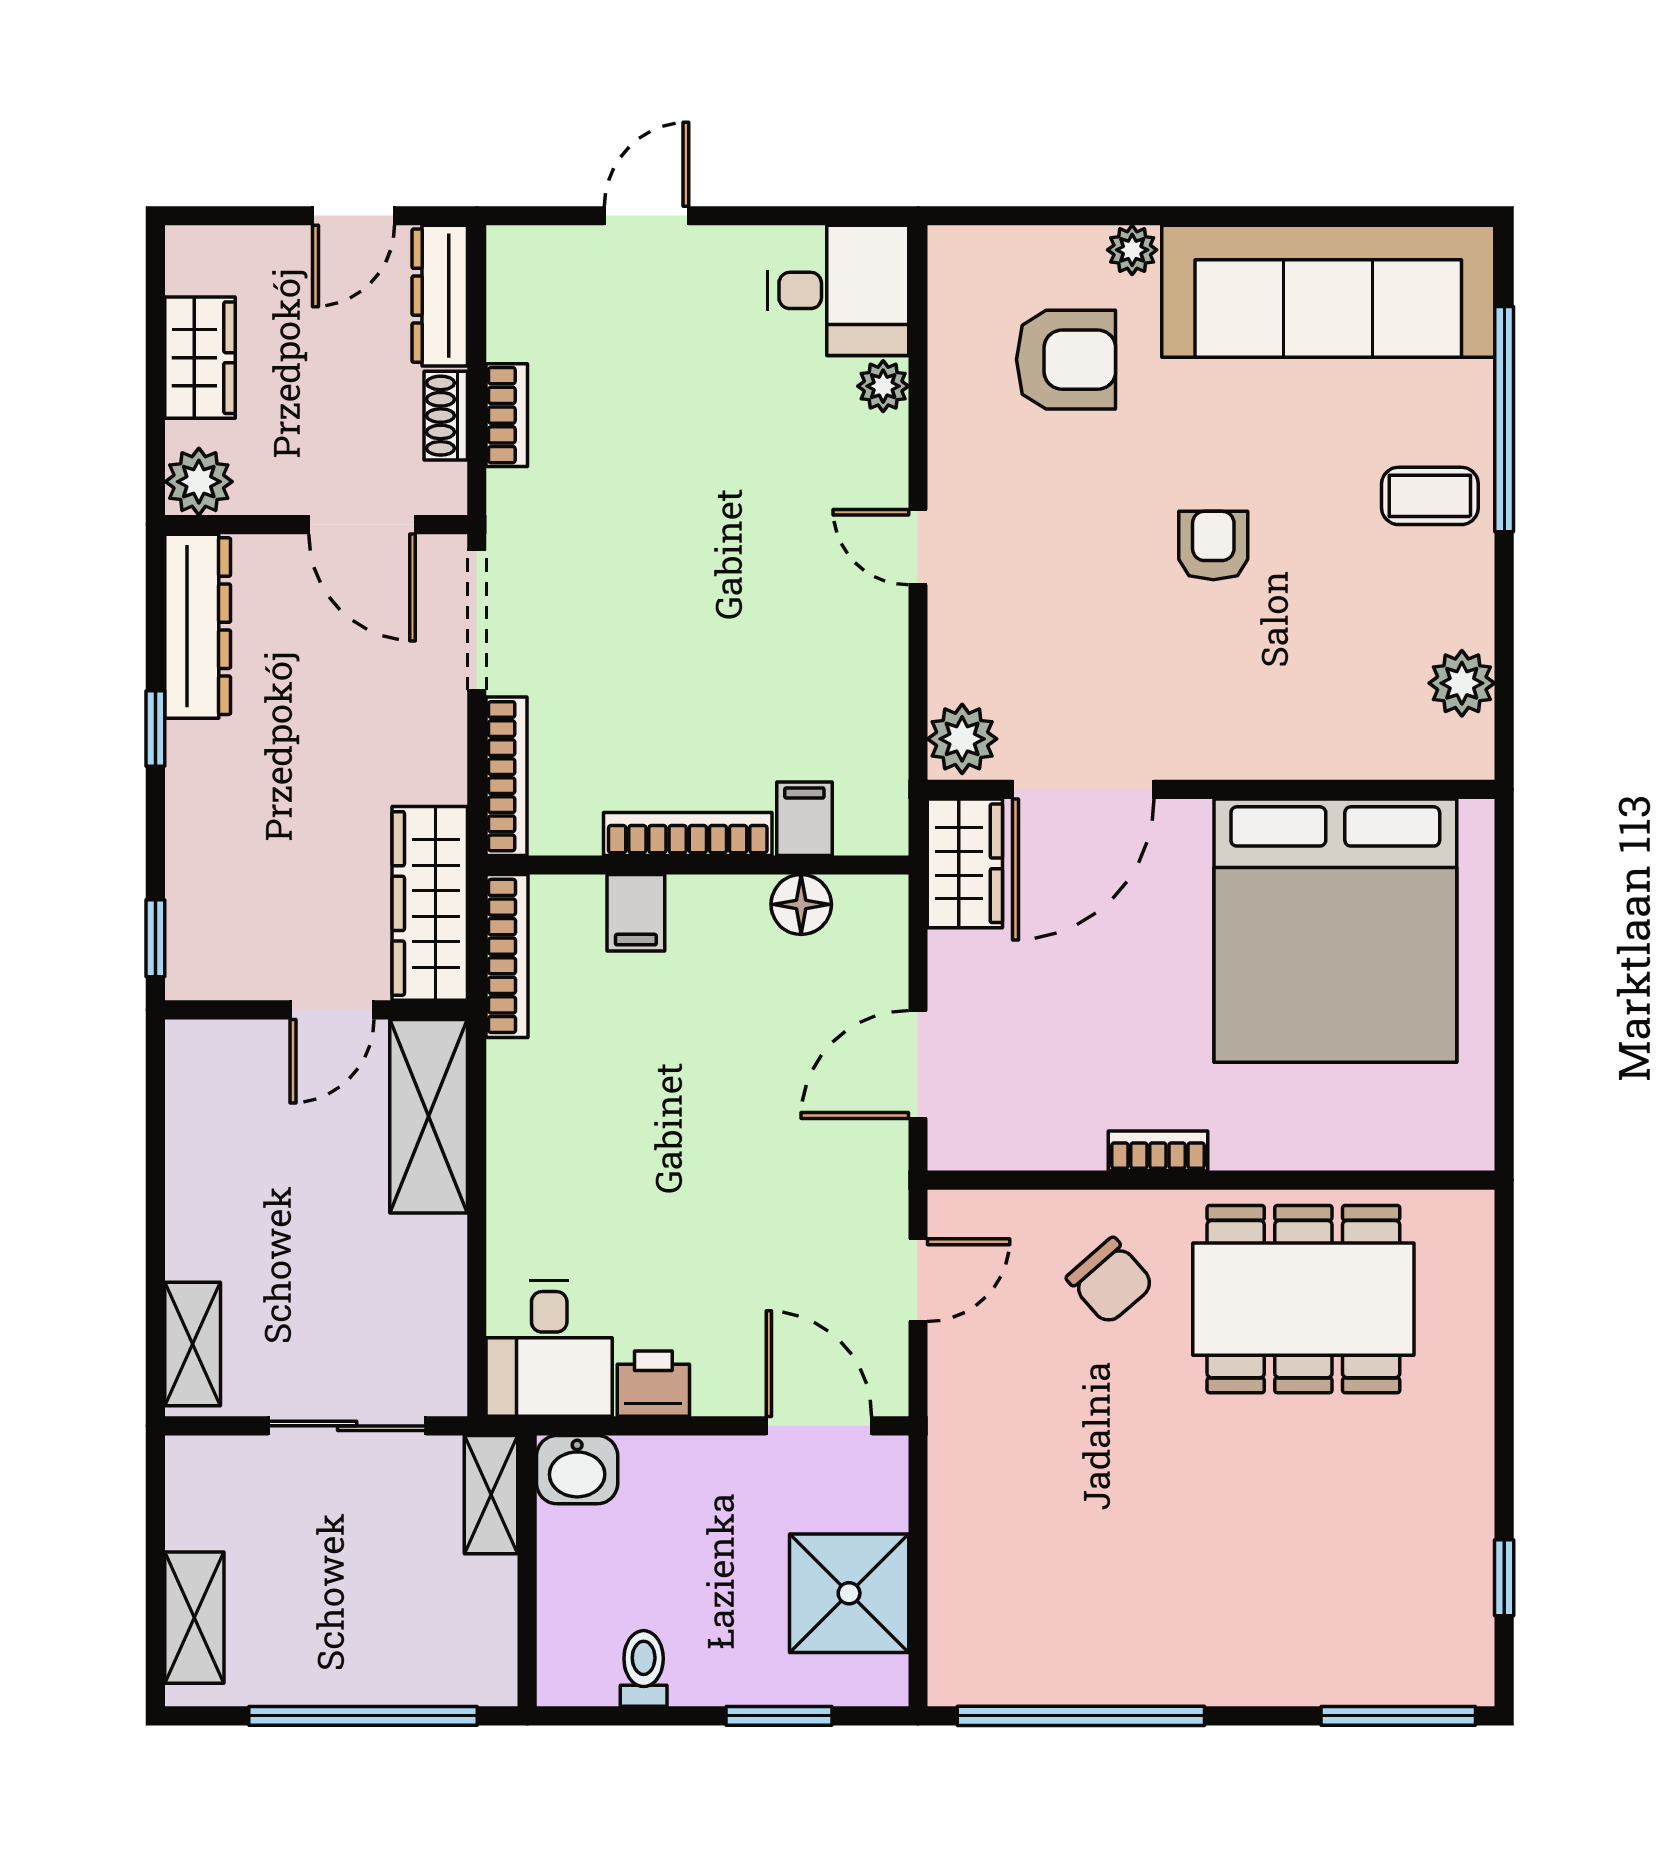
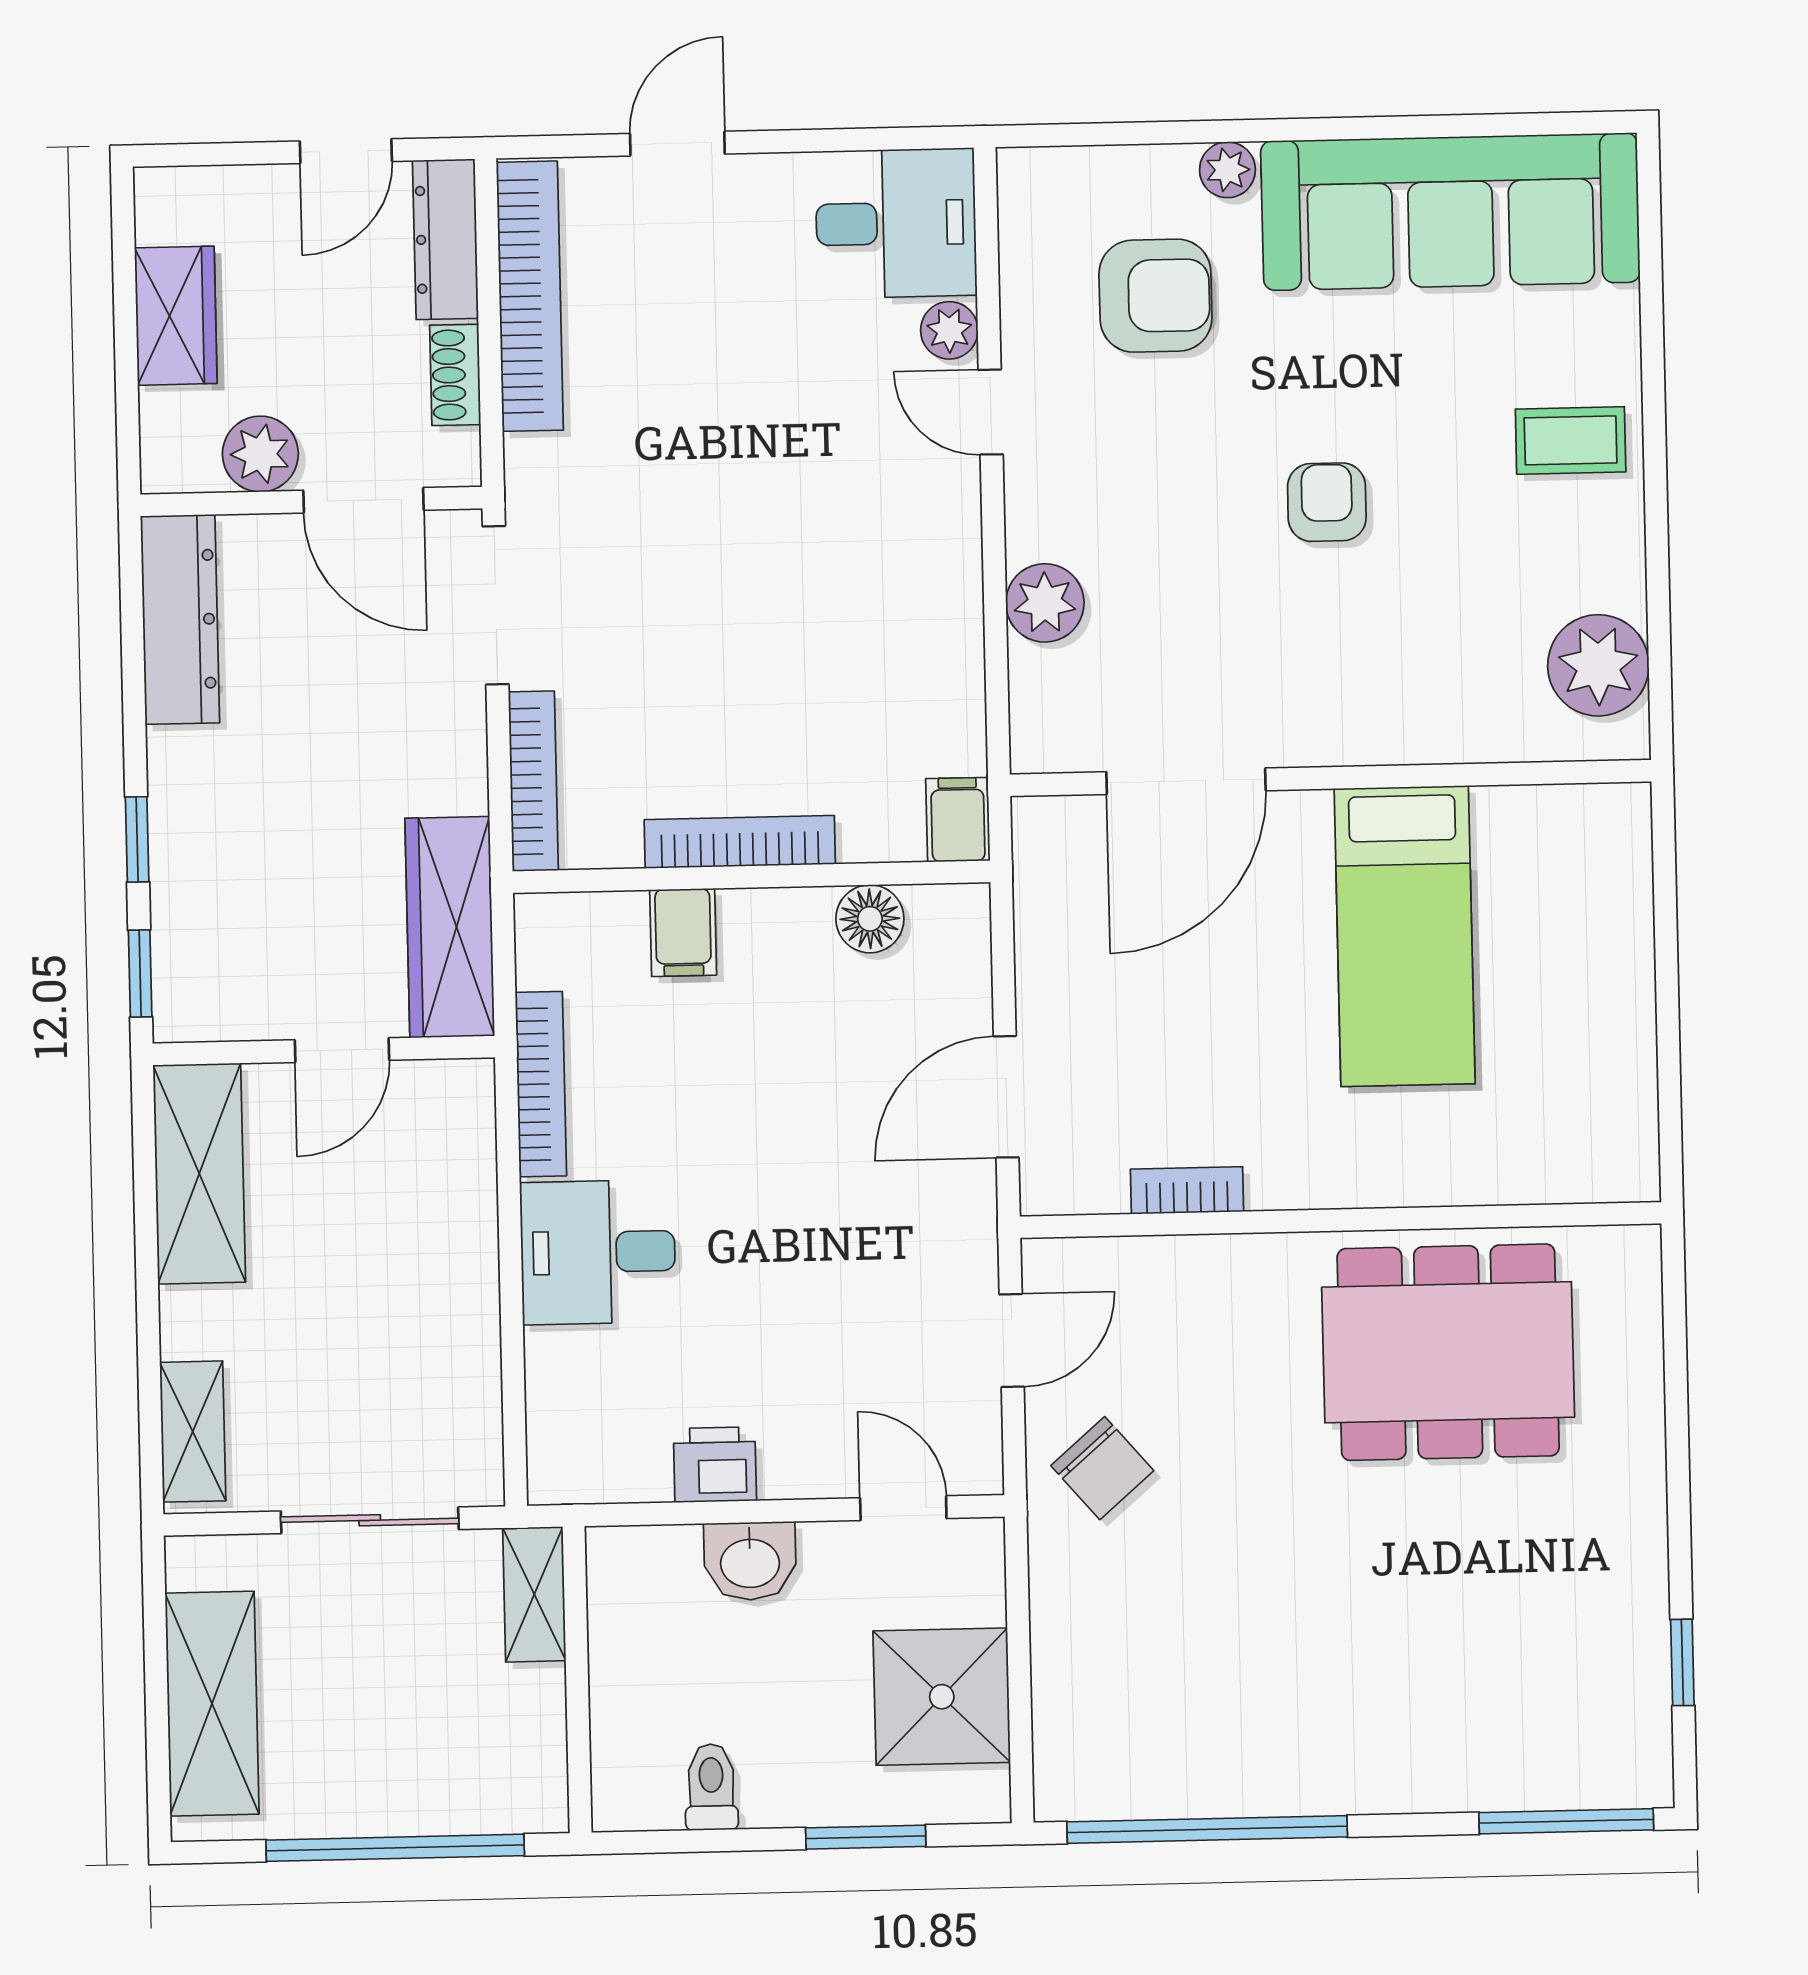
bookcase: (507, 415) -> (530, 296), width x2.31, depth x1.31
window: (1504, 419) -> (1653, 352), removed
plant: (199, 482) -> (260, 454), moved
door: (918, 547) -> (991, 412), moved
plant: (1462, 683) -> (1598, 665), width x1.36, depth x1.36
window: (155, 729) -> (137, 839), moved
plant: (962, 739) -> (1045, 603), moved
filing cabinet: (804, 819) -> (958, 820), moved
wardrobe: (965, 863) -> (1054, 868), removed
bed: (1335, 931) -> (1405, 936), width x0.49
bookcase: (507, 956) -> (541, 1084), moved
shelving: (429, 1116) -> (199, 1174), moved
bookcase: (1158, 1151) -> (1187, 1190), moved
chair: (1110, 1281) -> (1102, 1468), moved
desk: (549, 1349) -> (598, 1252), moved, turned 90
door: (819, 1426) -> (903, 1508), width x0.73
washbasin: (577, 1470) -> (750, 1561), moved
shelving: (194, 1618) -> (212, 1704), width x1.50, depth x1.33

